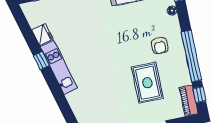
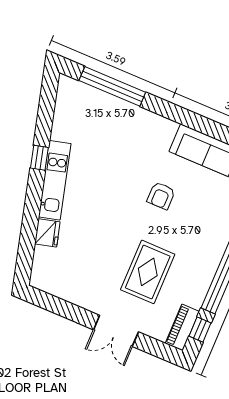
fridge: (43, 34) -> (47, 233), moved
armchair: (160, 46) -> (161, 196), moved

